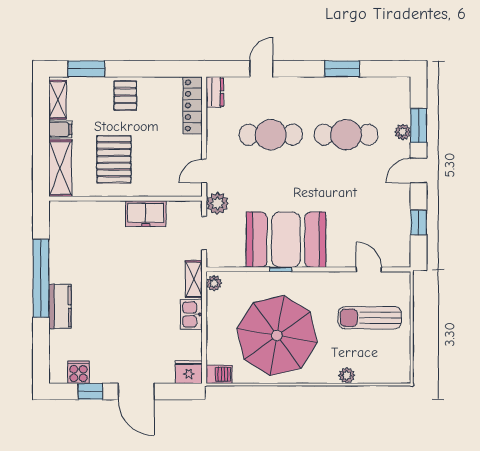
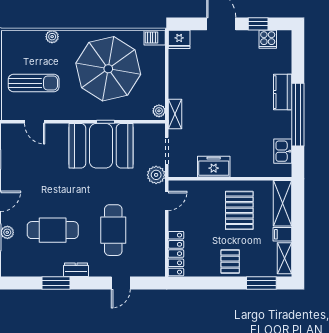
dresser: (215, 92) -> (76, 270), moved, turned 90
cafe table: (271, 135) -> (113, 230), turned 90
kitchen sink: (191, 314) -> (283, 151), moved, turned 180

